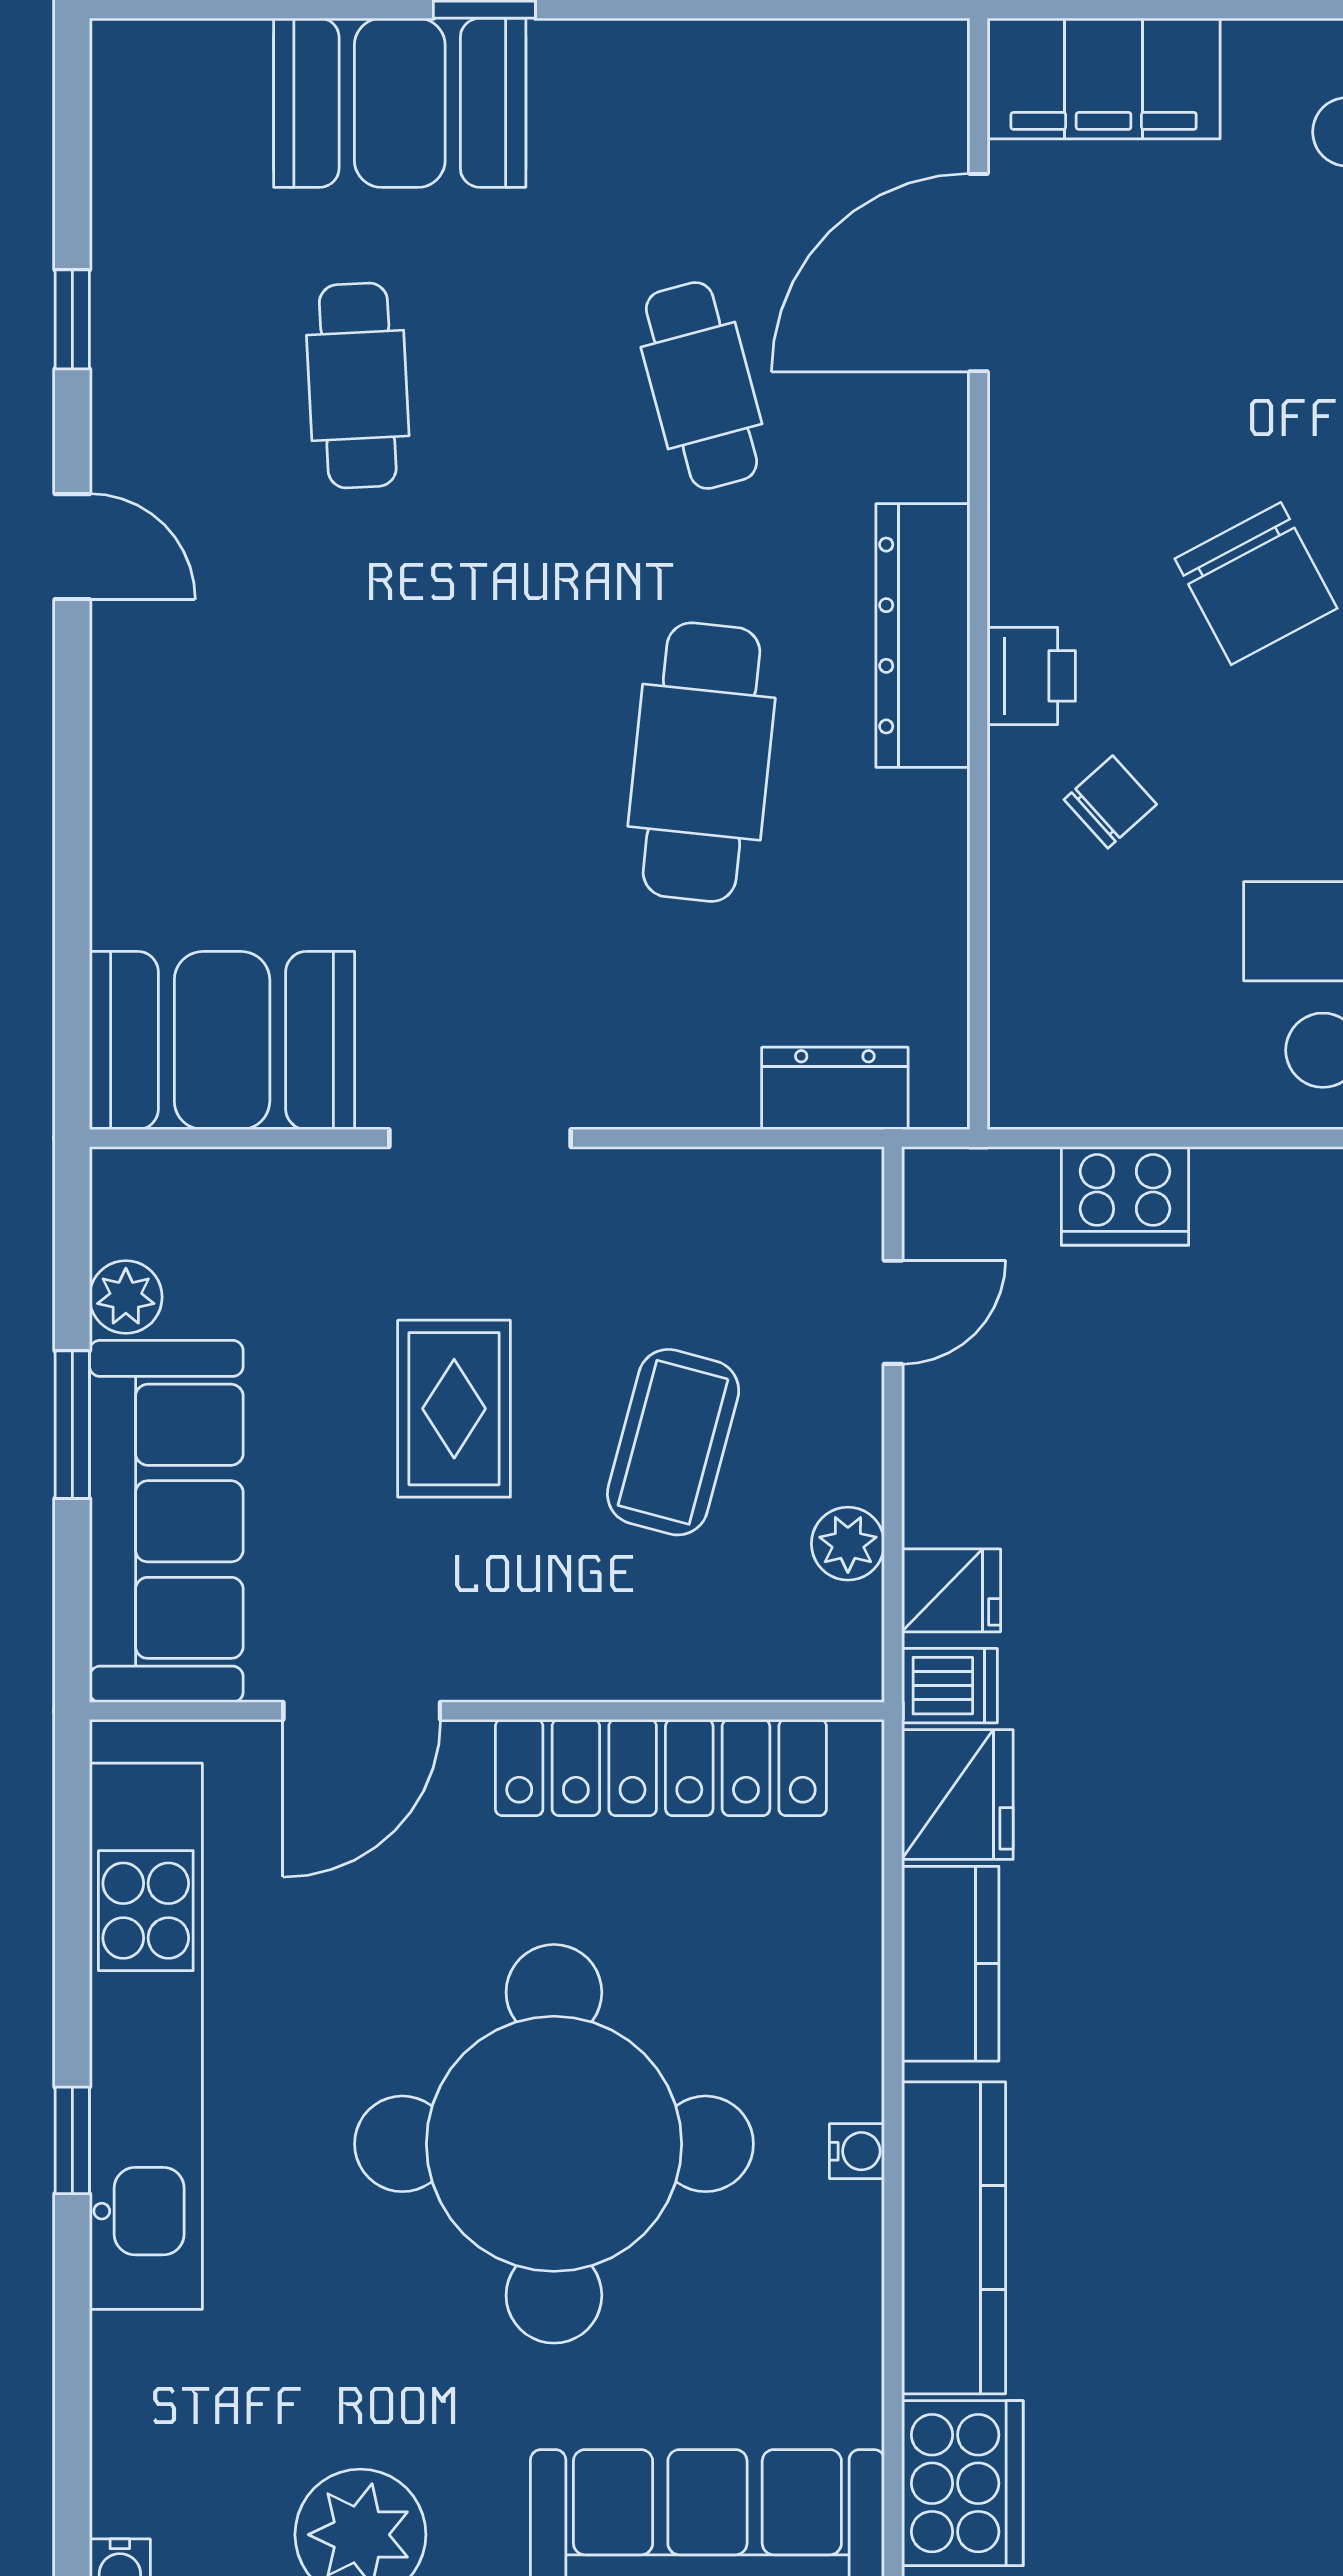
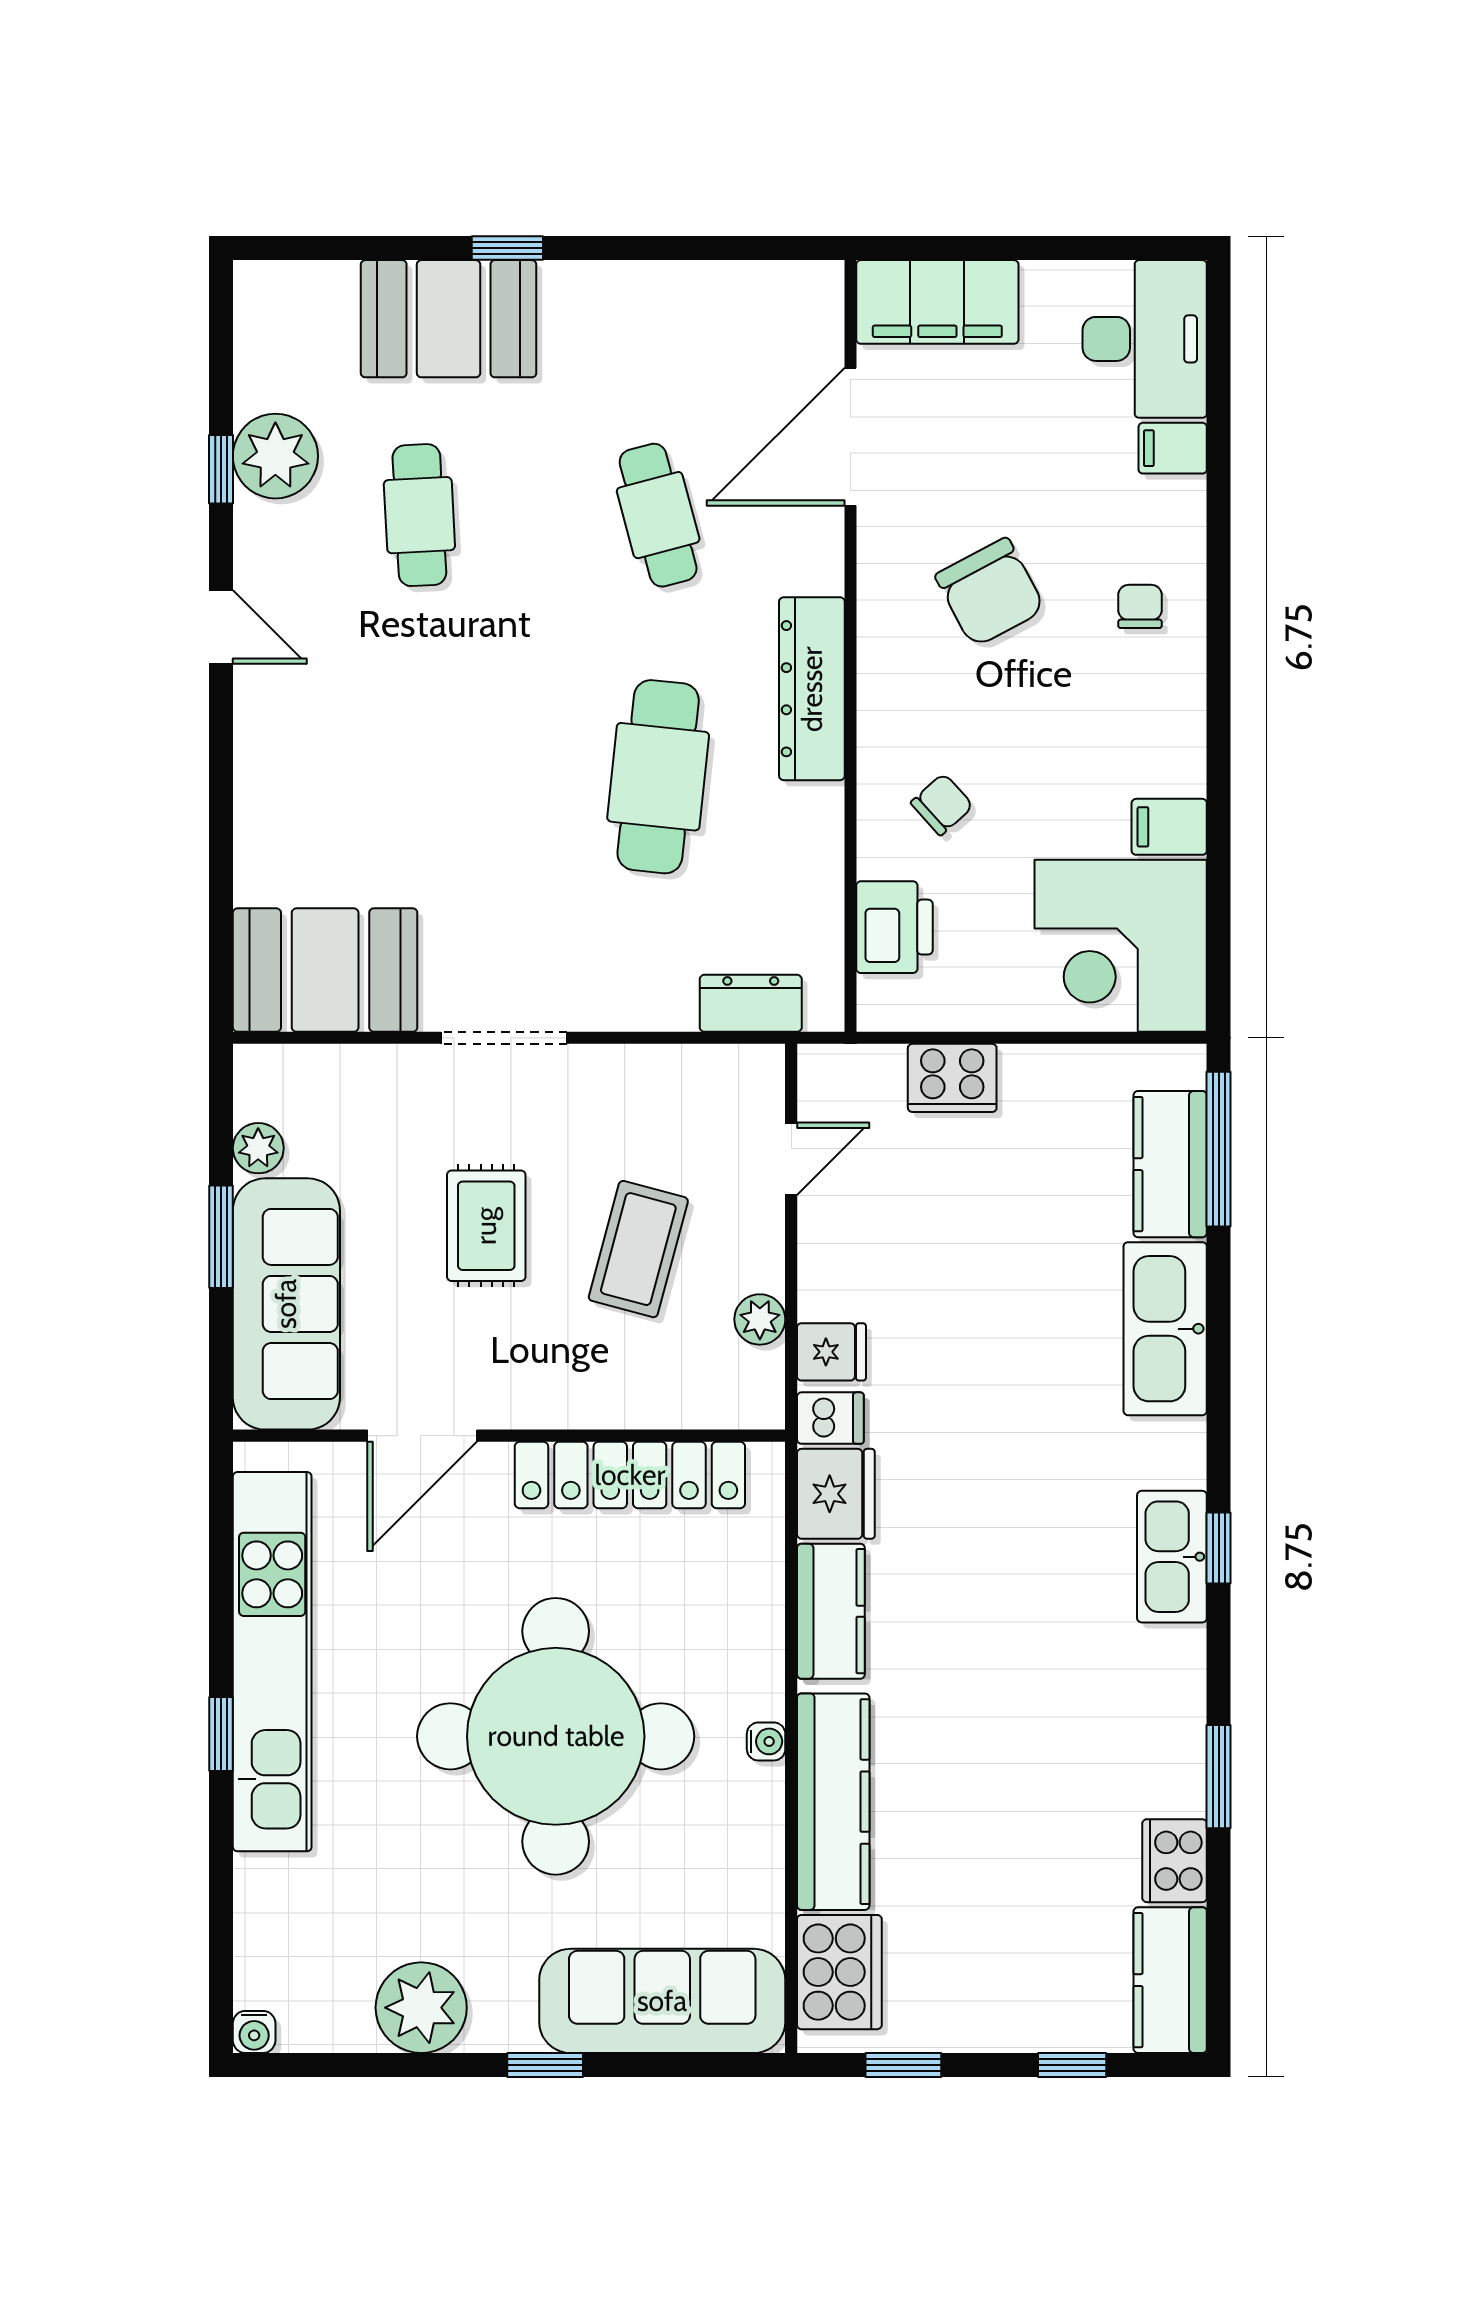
plant: (150, 301) -> (275, 456), added
chair: (1256, 584) -> (990, 592), moved
printer: (1031, 676) -> (894, 927), moved, width x1.36, depth x1.24

